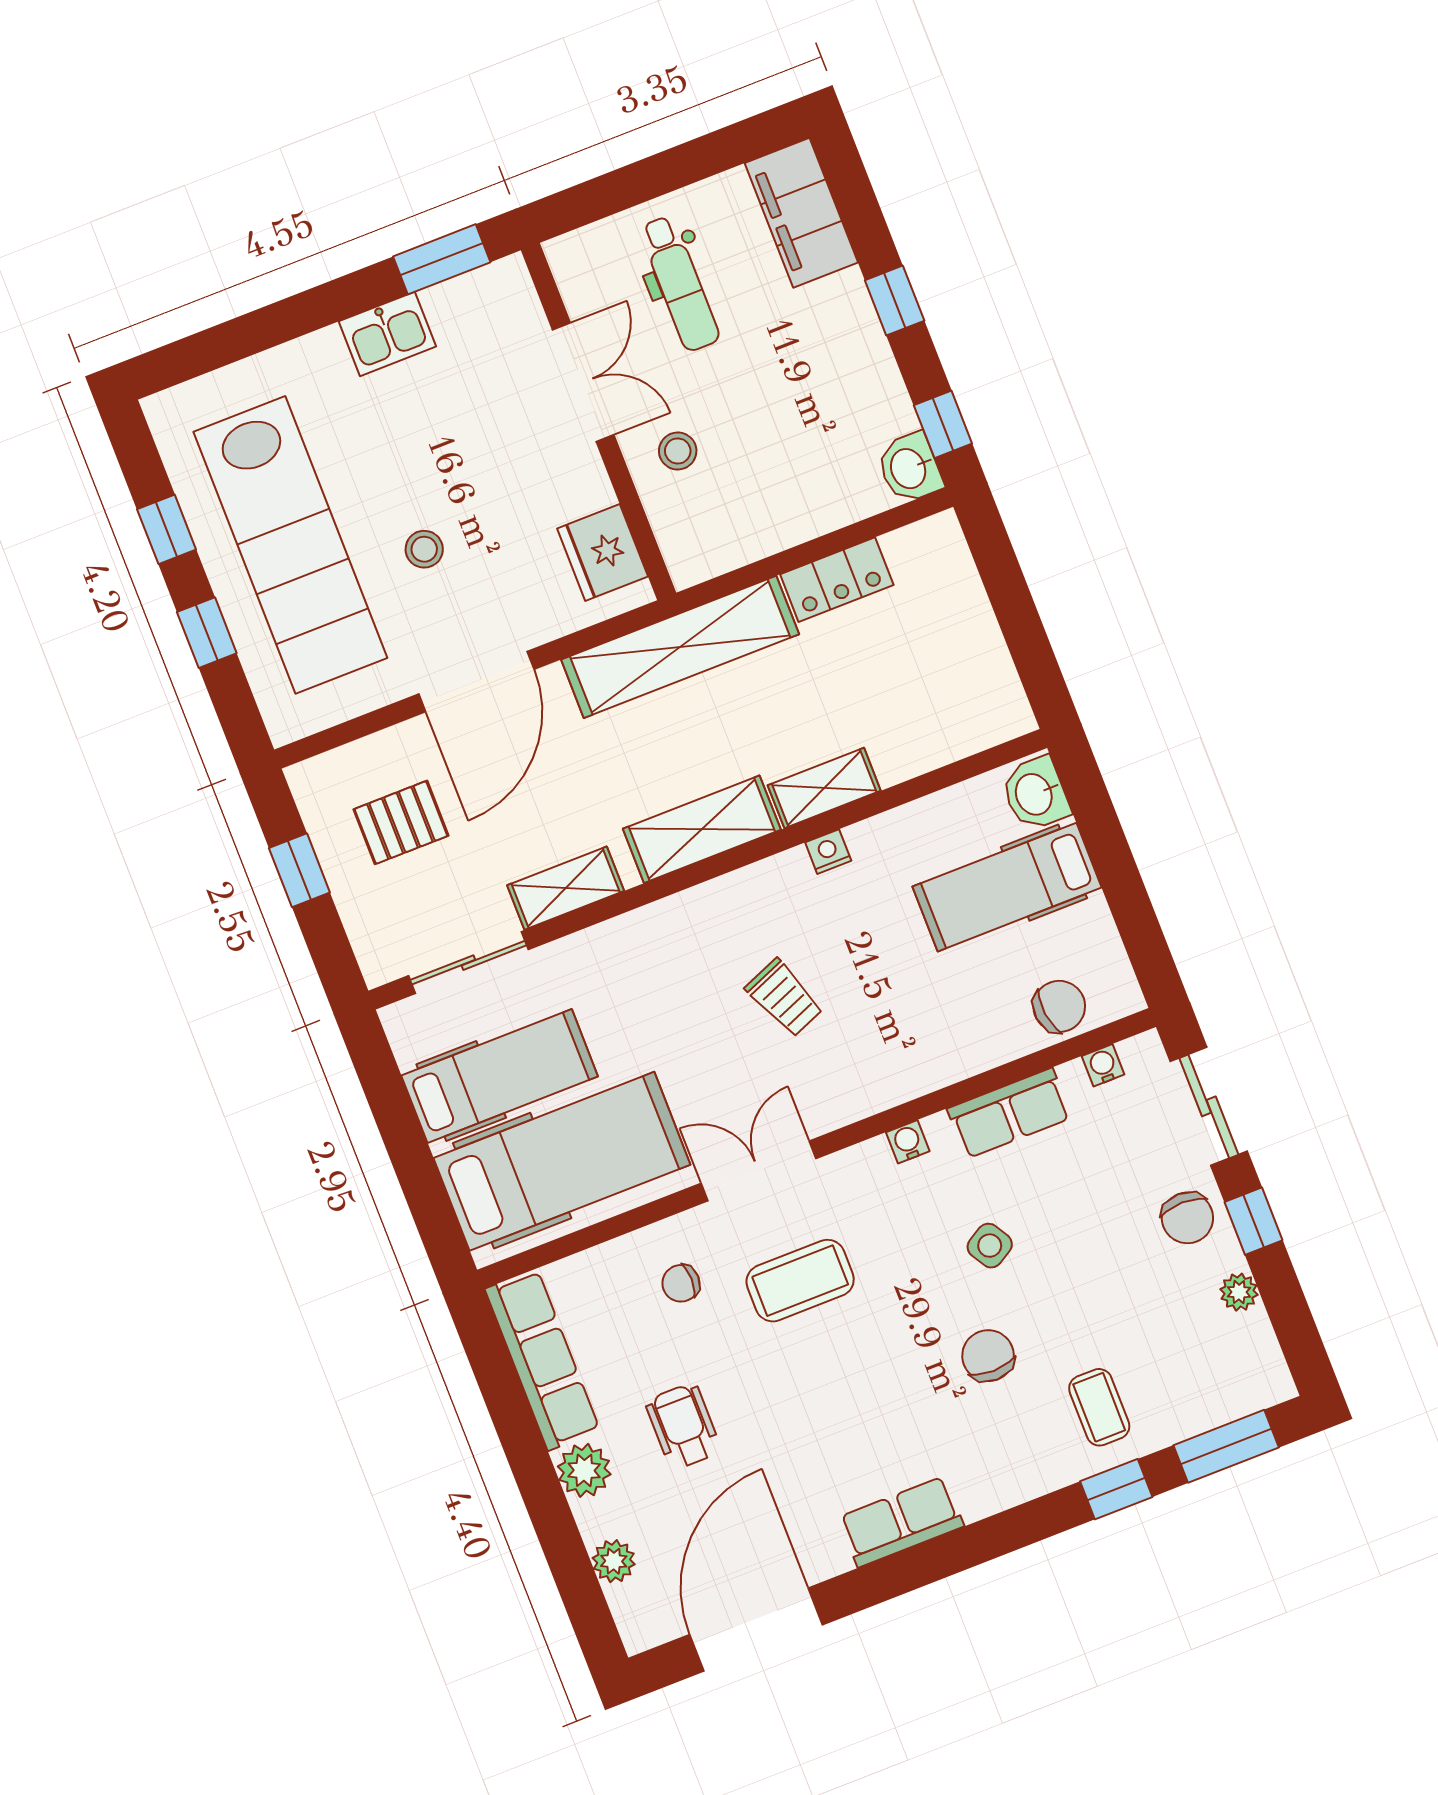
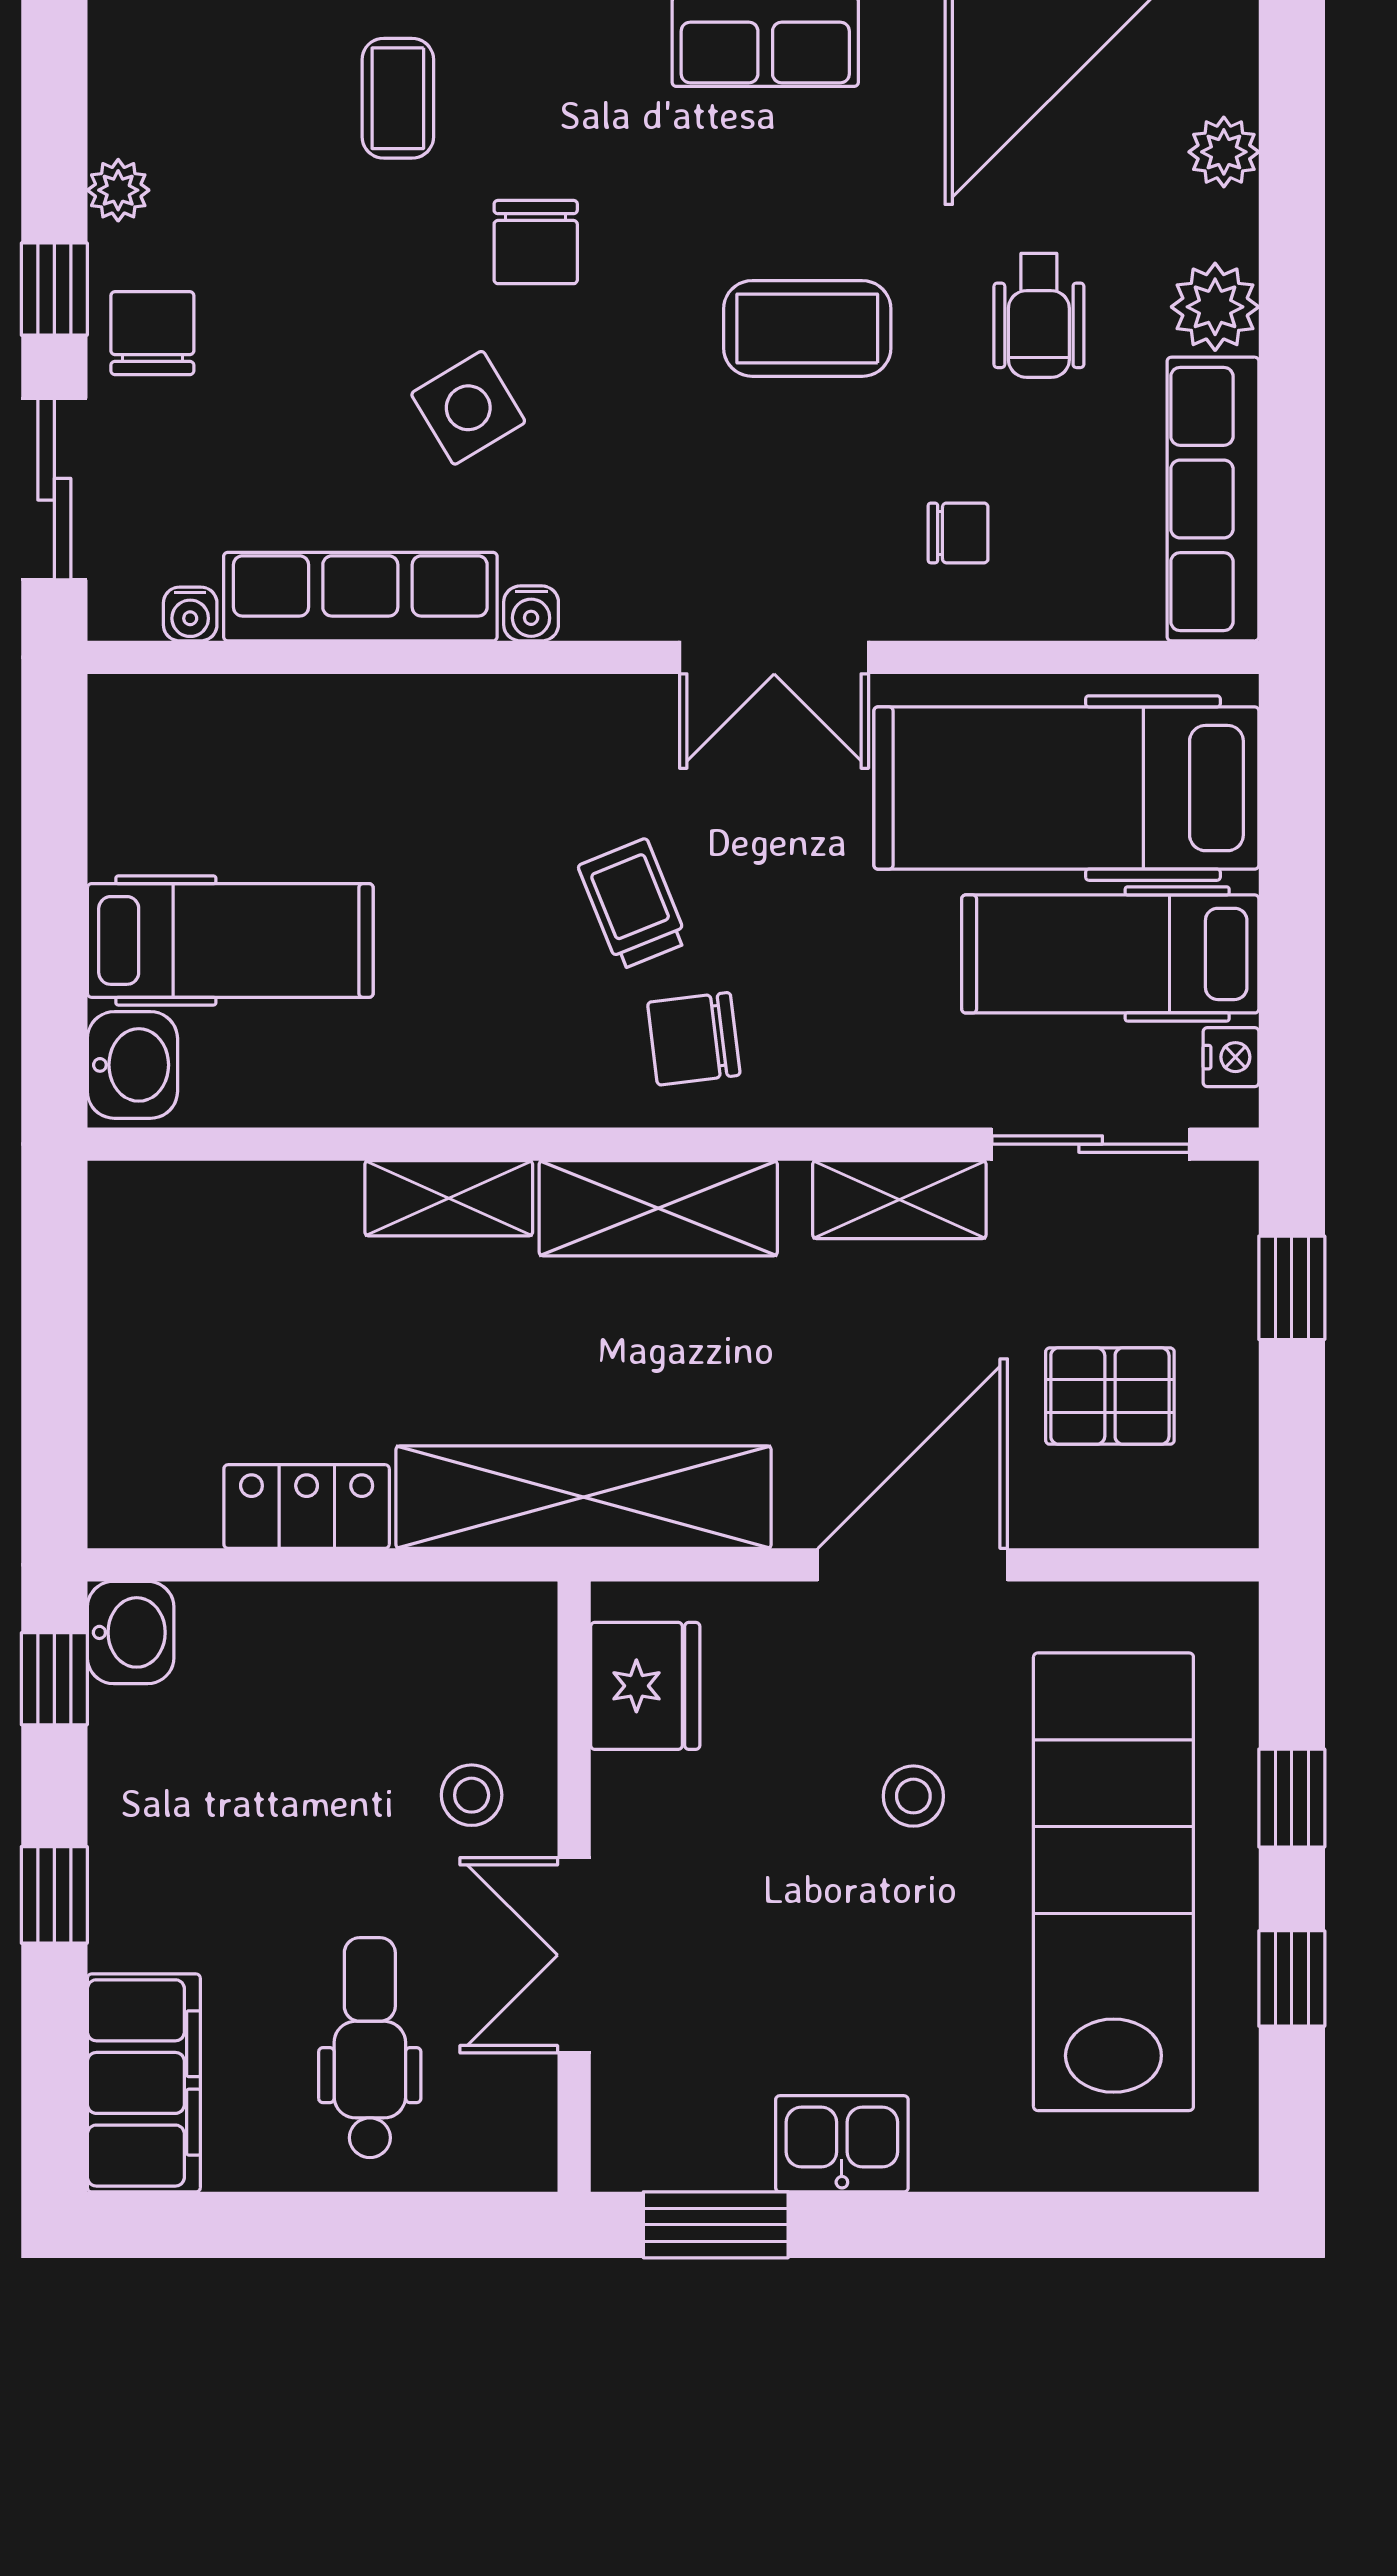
nightstand: (828, 852) -> (1231, 1057), moved, turned -90
window: (299, 870) -> (1292, 1288), moved
chair: (1059, 1006) -> (694, 1039), moved
row of seats: (1009, 1113) -> (360, 597), width x1.48
side table: (990, 1246) -> (468, 408), width x1.37, depth x1.37
coffee table: (800, 1281) -> (807, 328), moved

